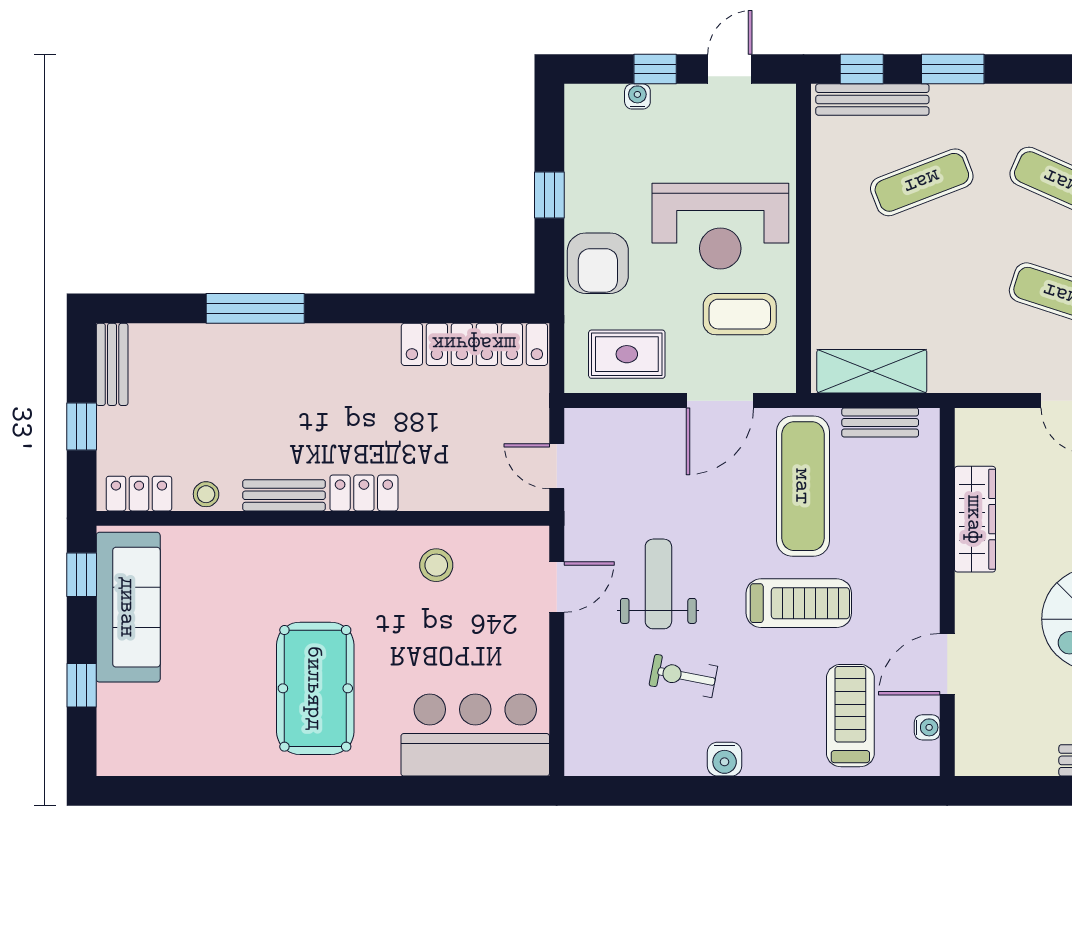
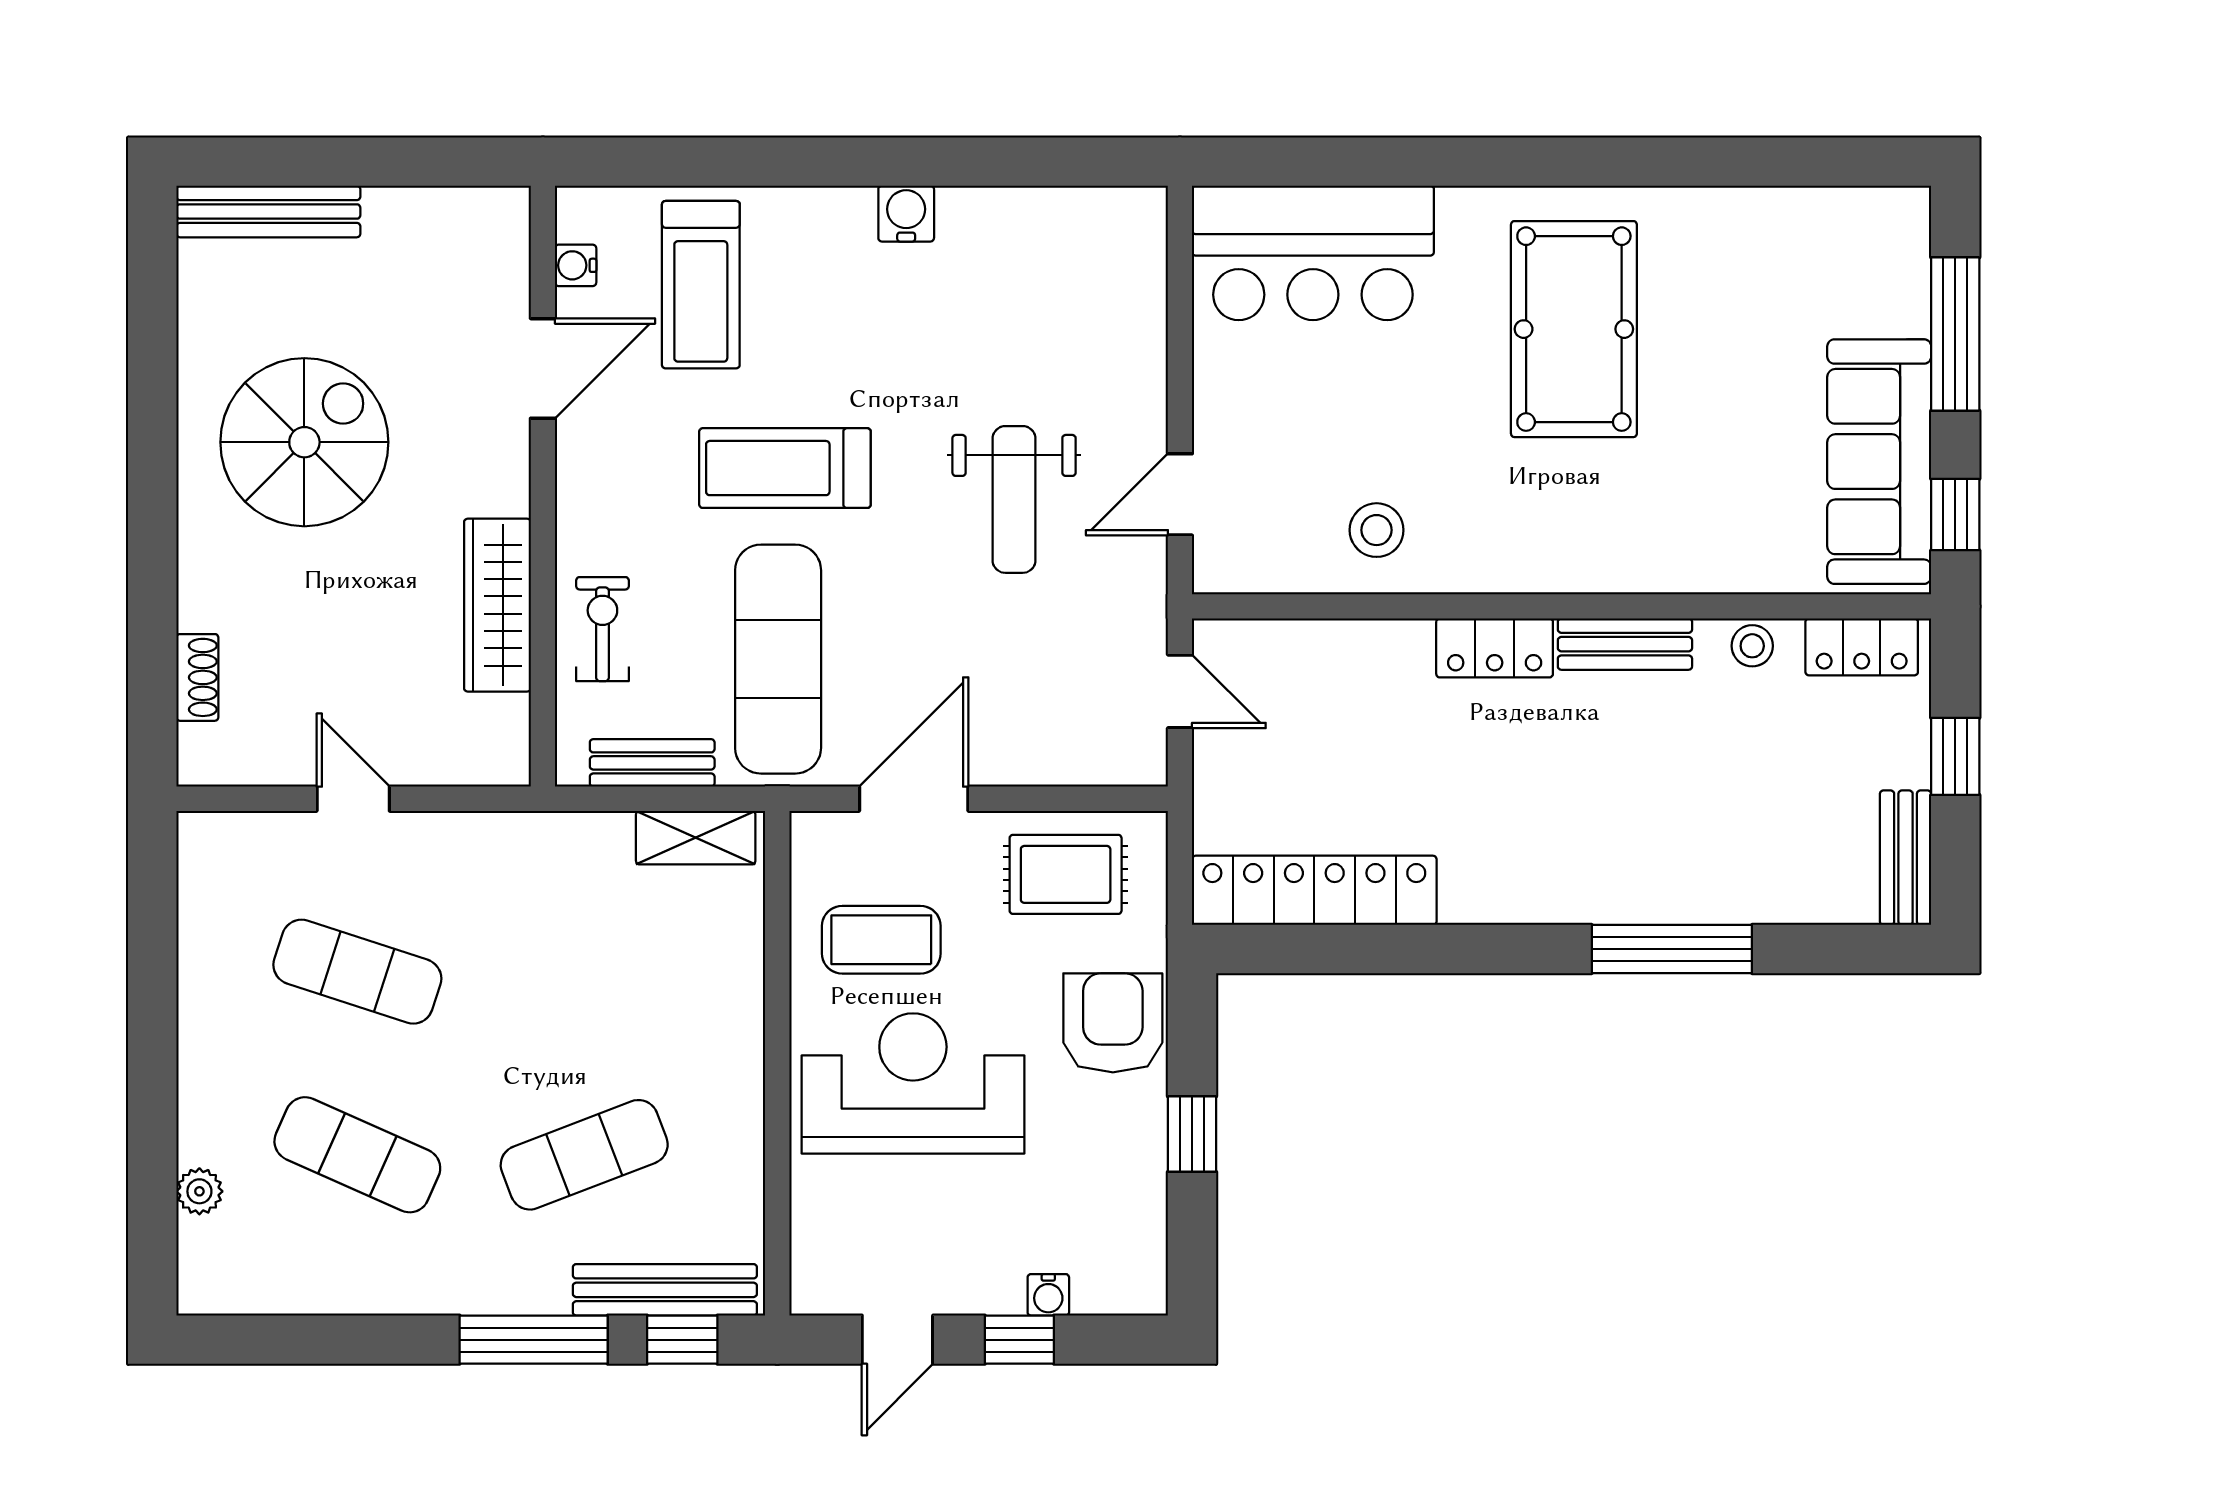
window: (953, 69) -> (534, 1340), width x1.44
shelving: (872, 371) -> (696, 838), width x0.67, depth x0.75
exercise bike: (683, 676) -> (602, 629), moved, turned -101
window: (82, 685) -> (1955, 334), width x2.17

